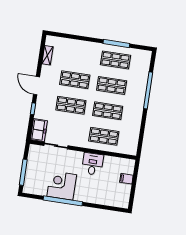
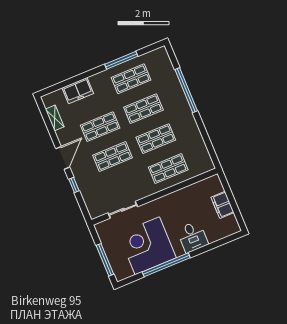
door: (36, 86) -> (63, 158), swing flipped
freezer: (39, 130) -> (78, 91), moved, turned 90
desk: (93, 164) -> (192, 237), moved, turned 180
filing cabinet: (126, 179) -> (222, 205), width x2.00
corner desk: (62, 185) -> (147, 246), width x1.36, depth x1.36

